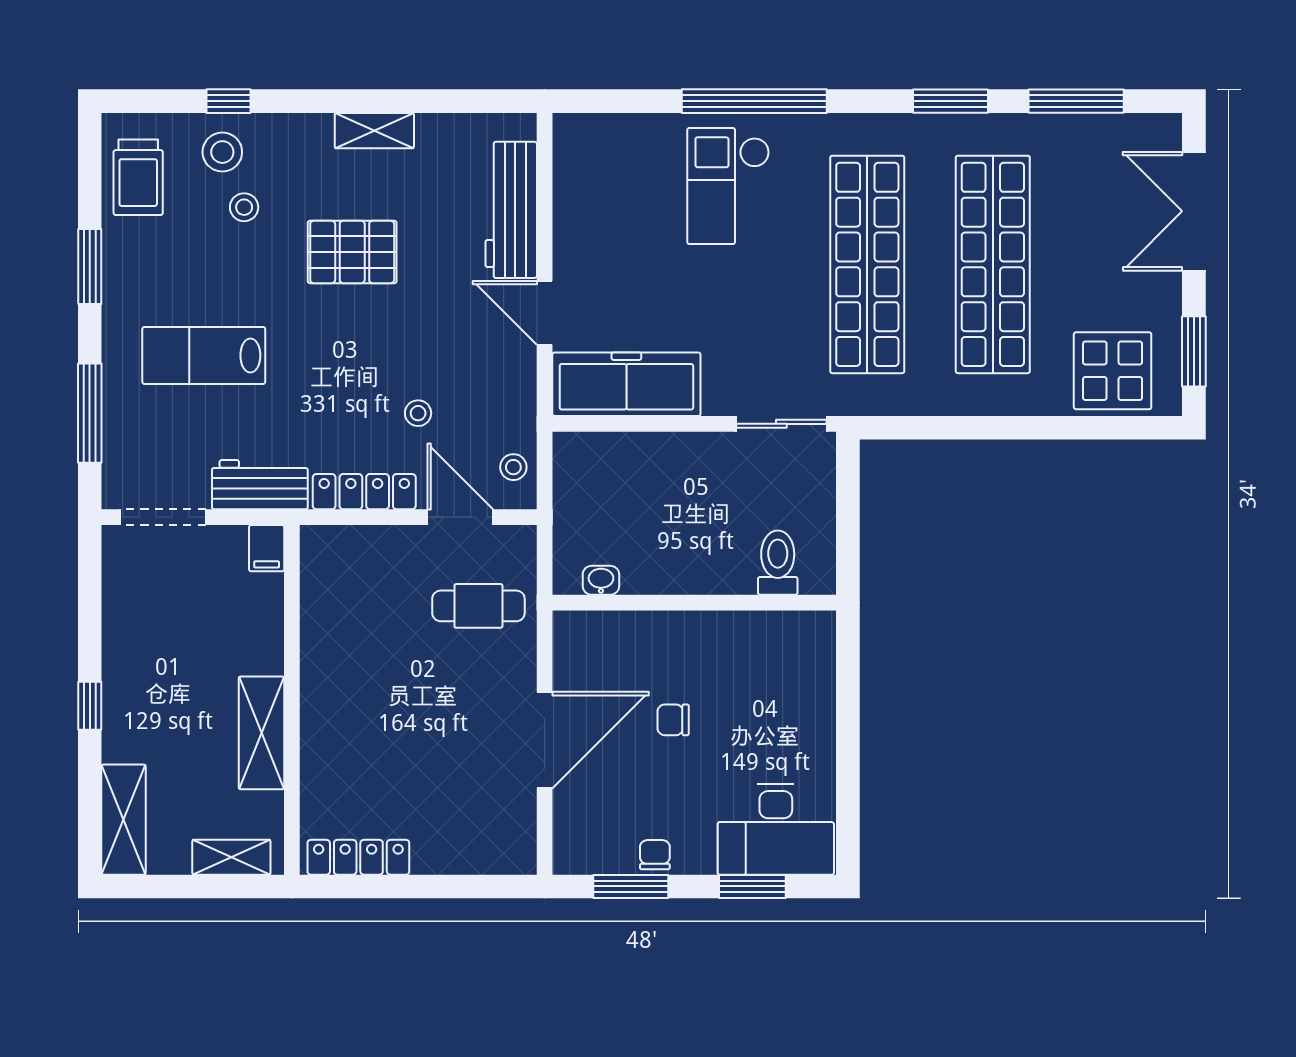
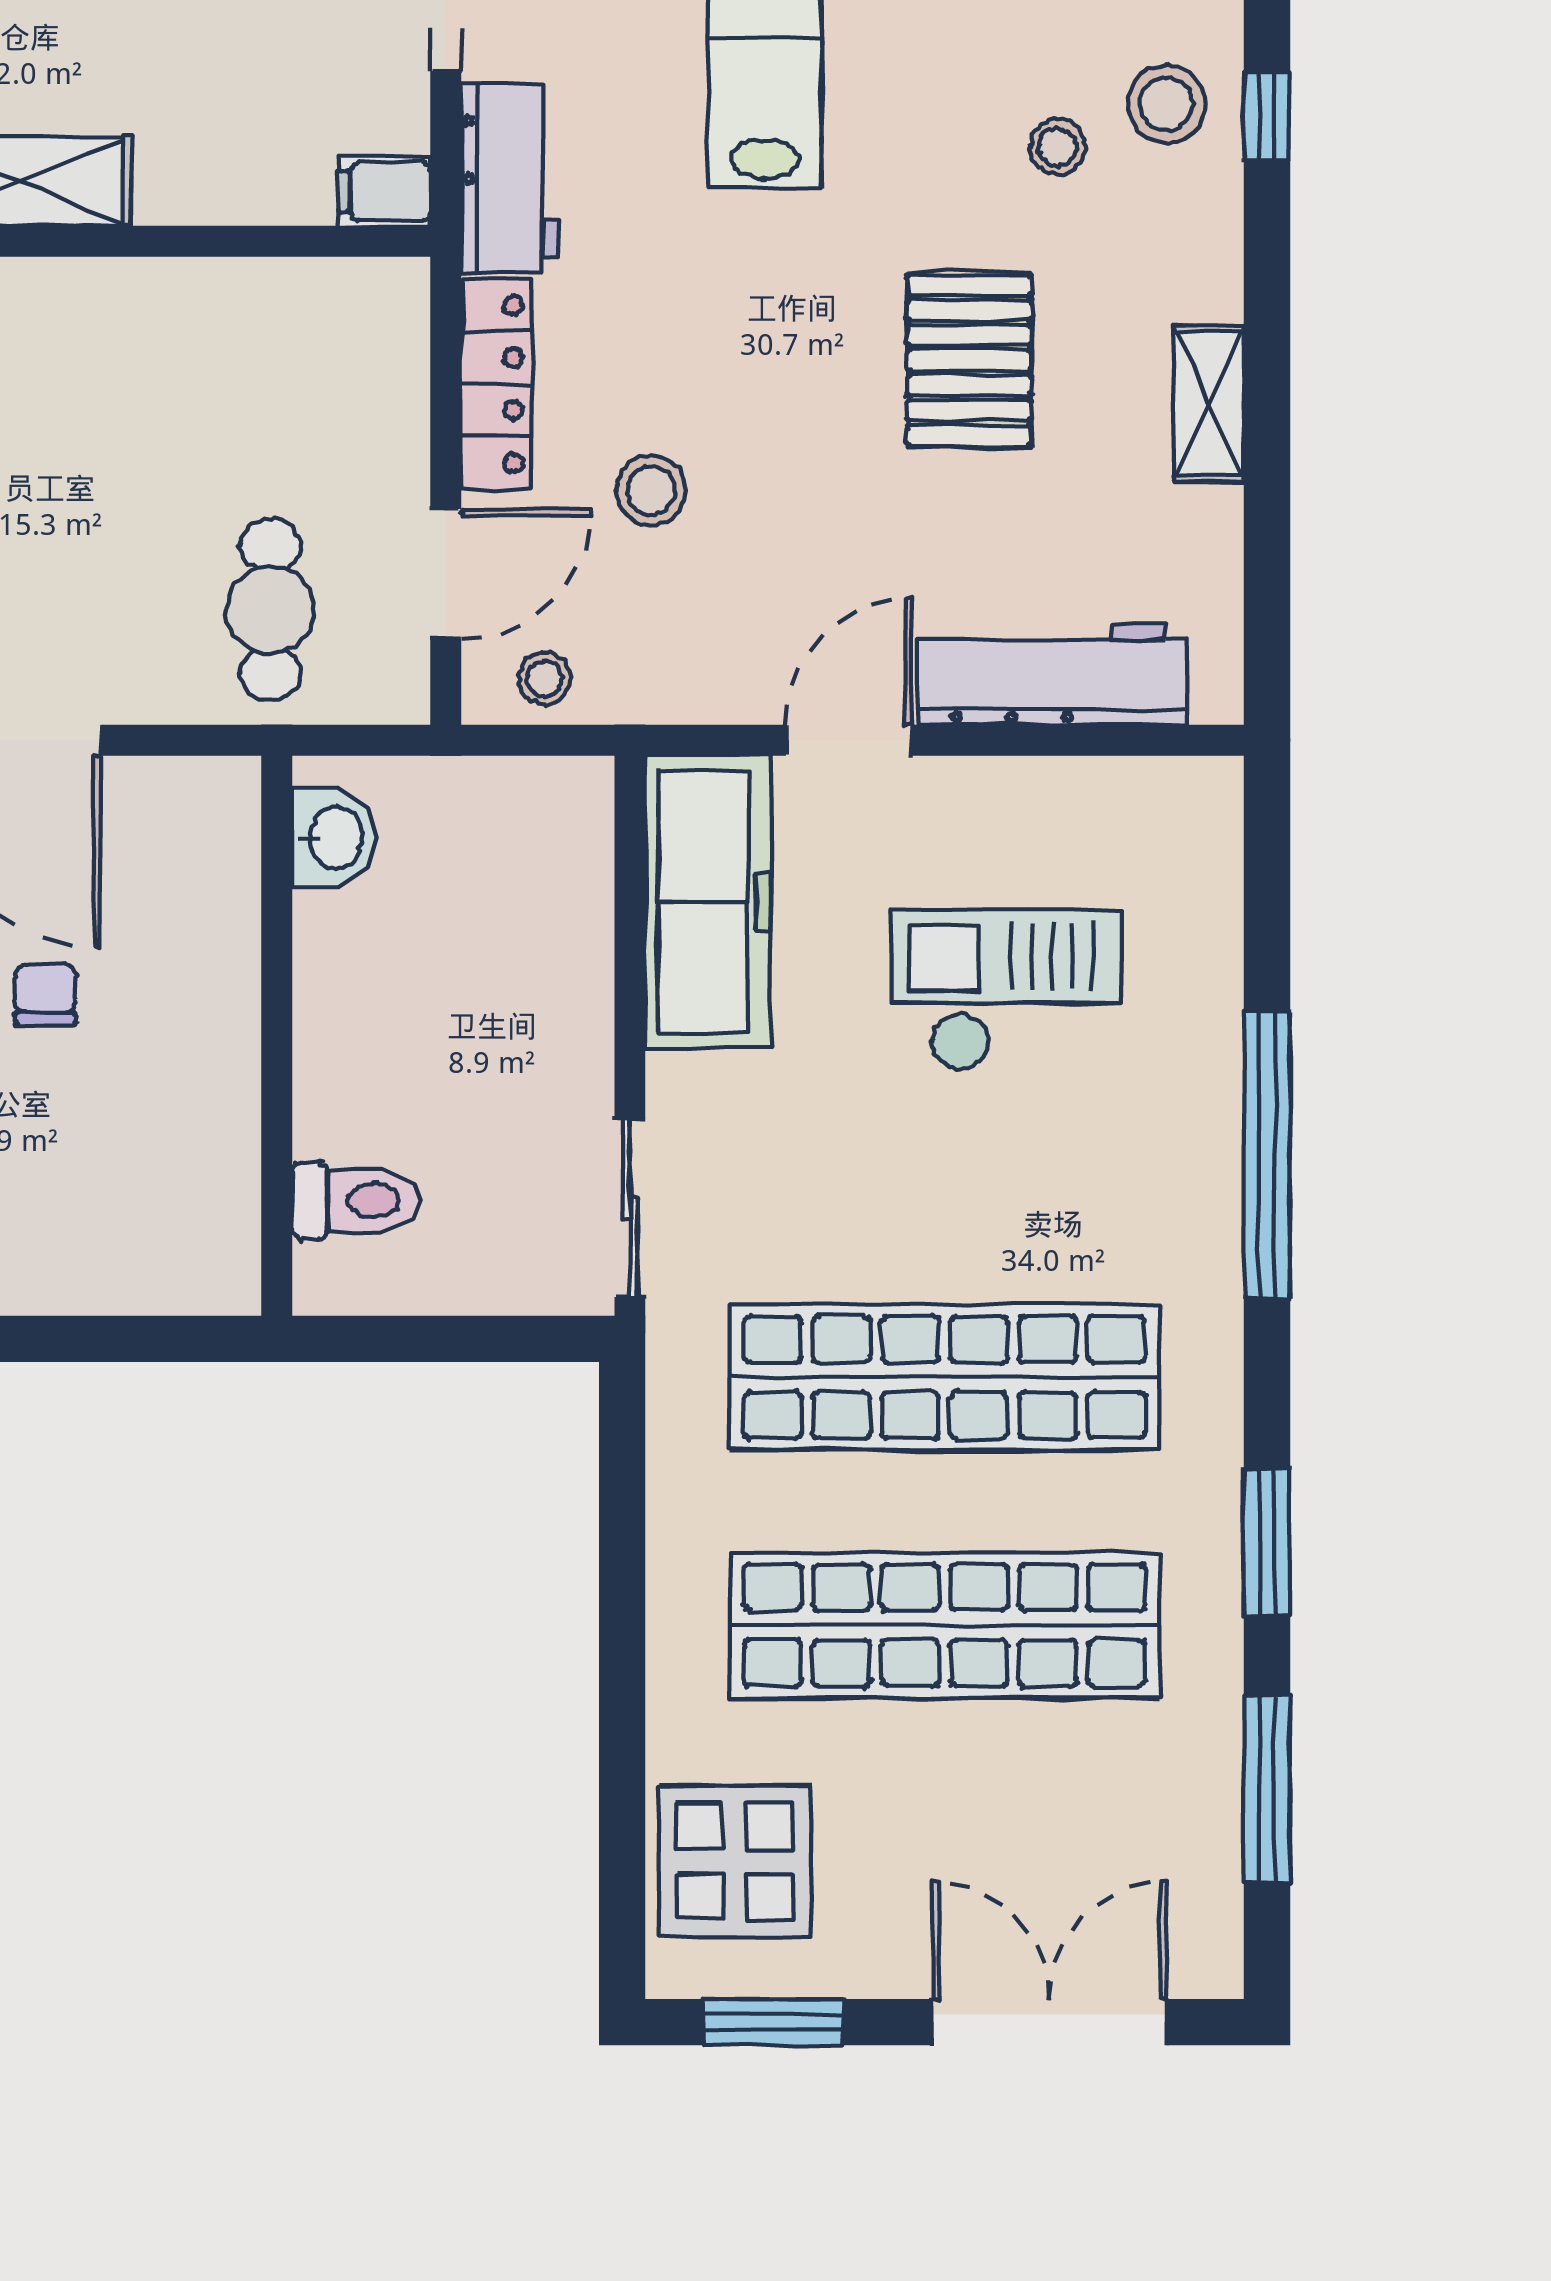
checkout: (728, 186) -> (1006, 990), moved
stool: (418, 413) -> (651, 490), width x1.37, depth x1.37
washbasin: (601, 580) -> (334, 838), width x1.38, depth x1.45

